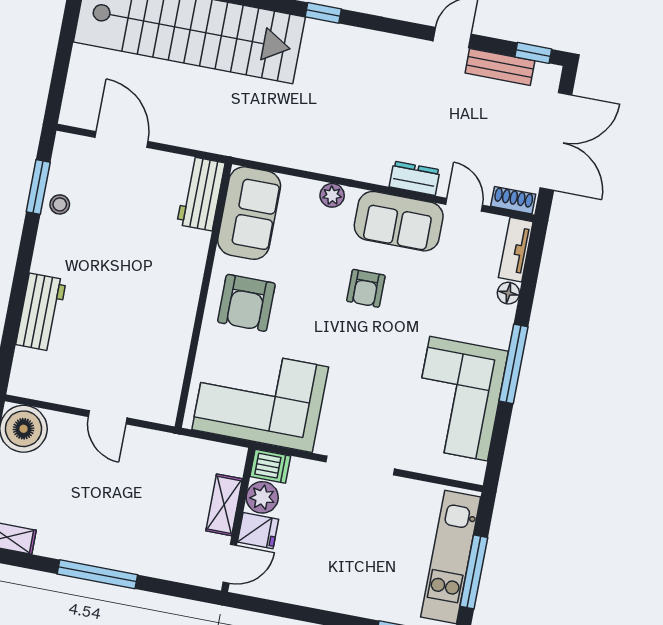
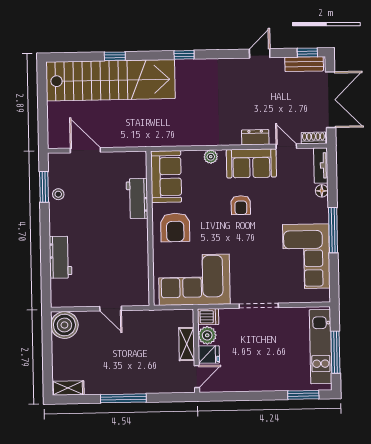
bench: (500, 67) -> (304, 64), moved
workbench: (201, 194) -> (137, 198), moved

